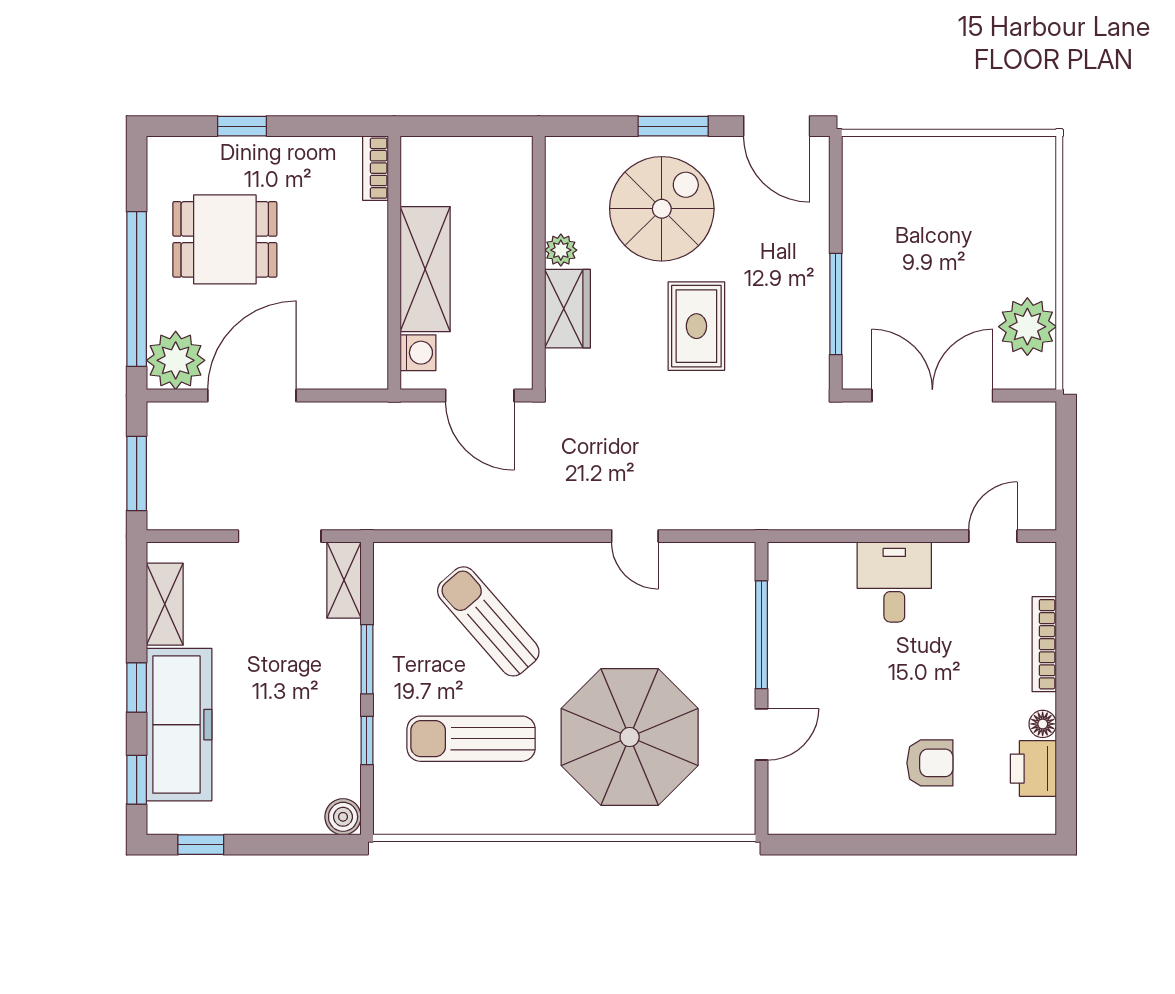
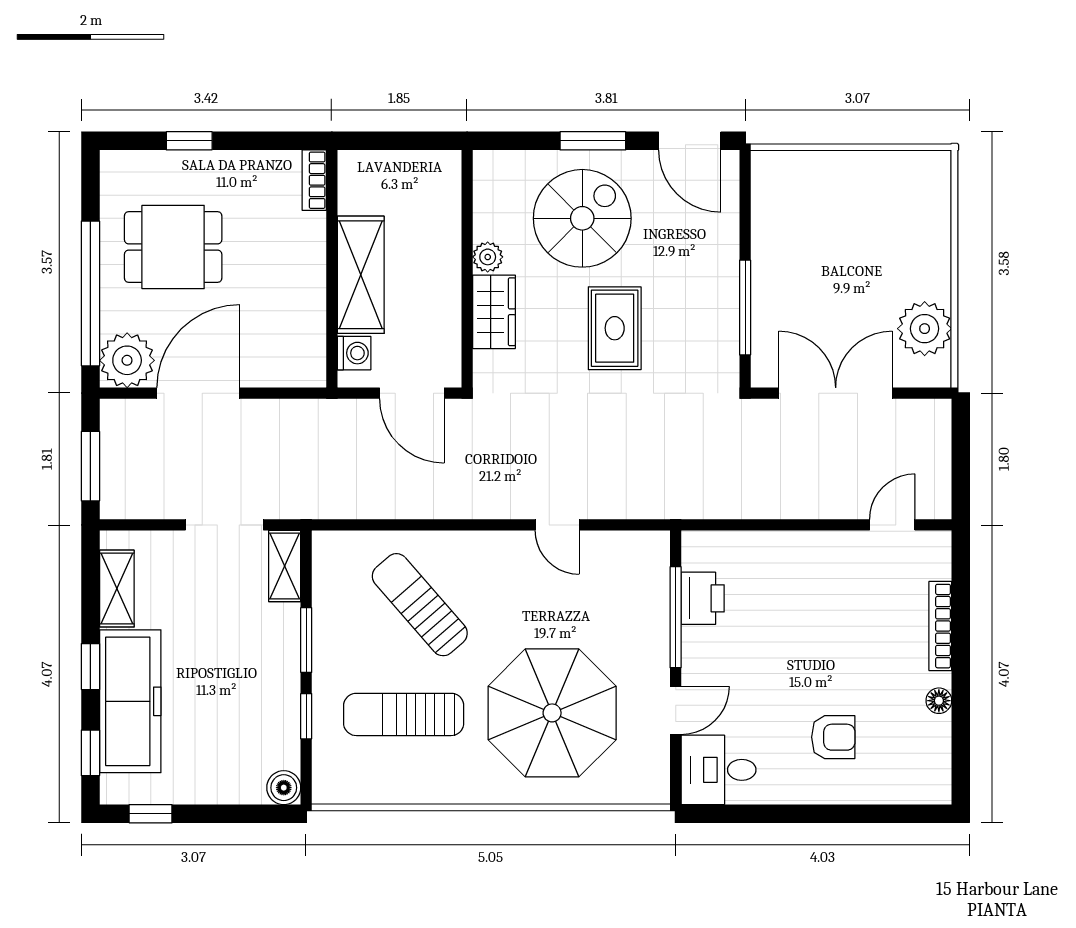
desk: (894, 582) -> (719, 770), moved, turned -90
printer: (1033, 769) -> (703, 598), moved, turned 180

